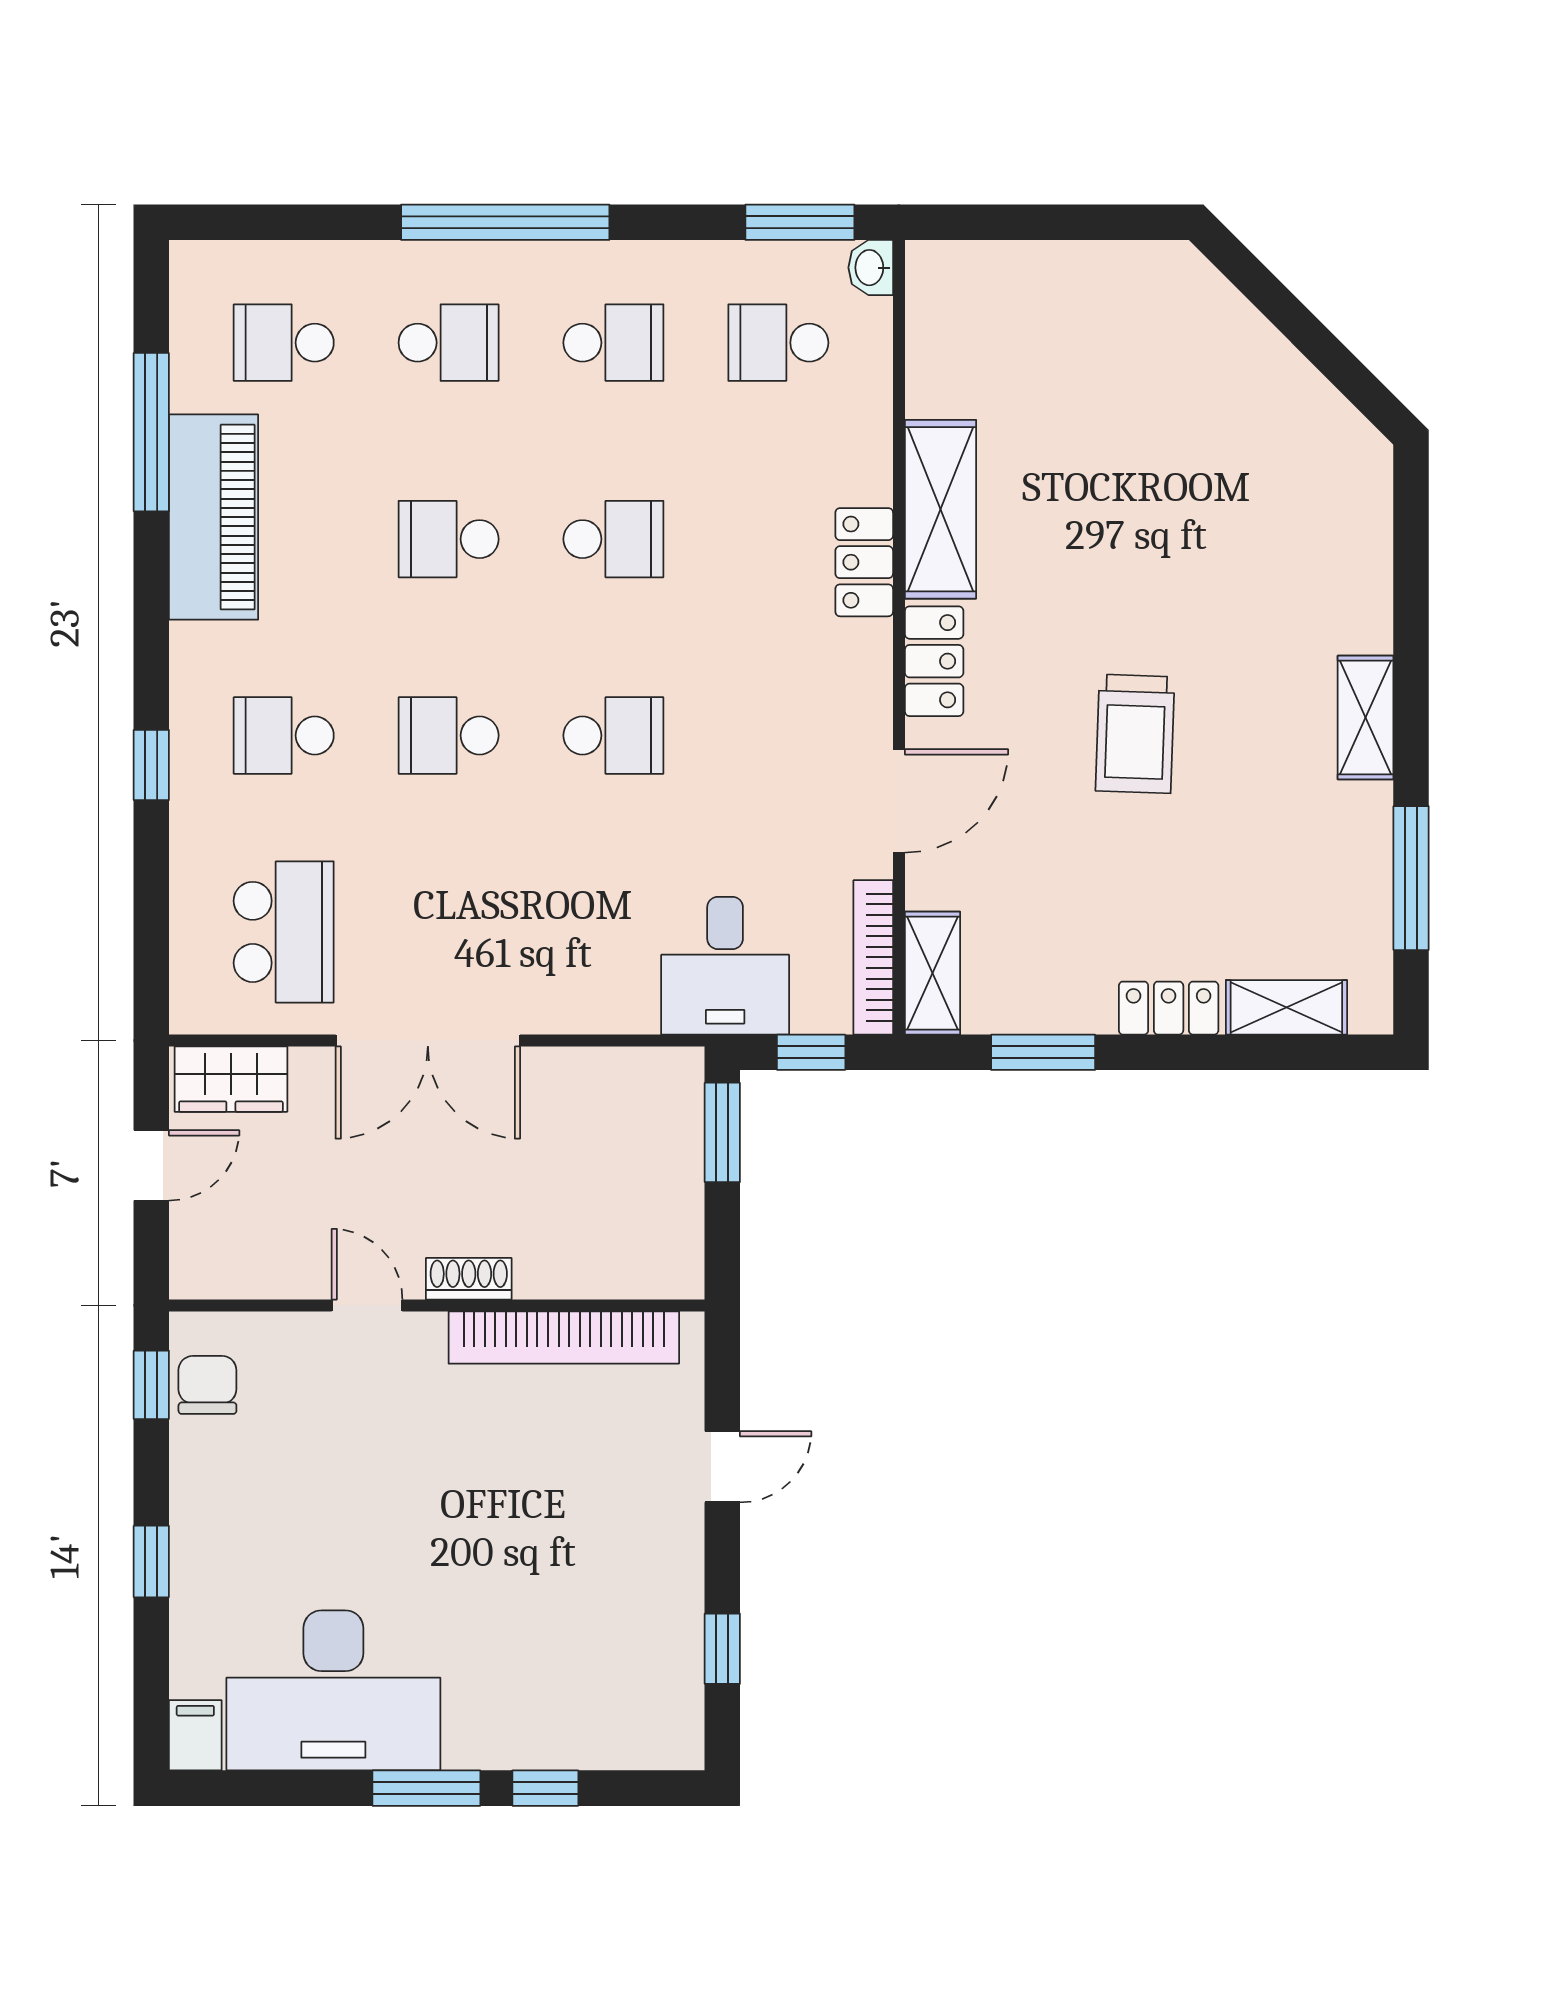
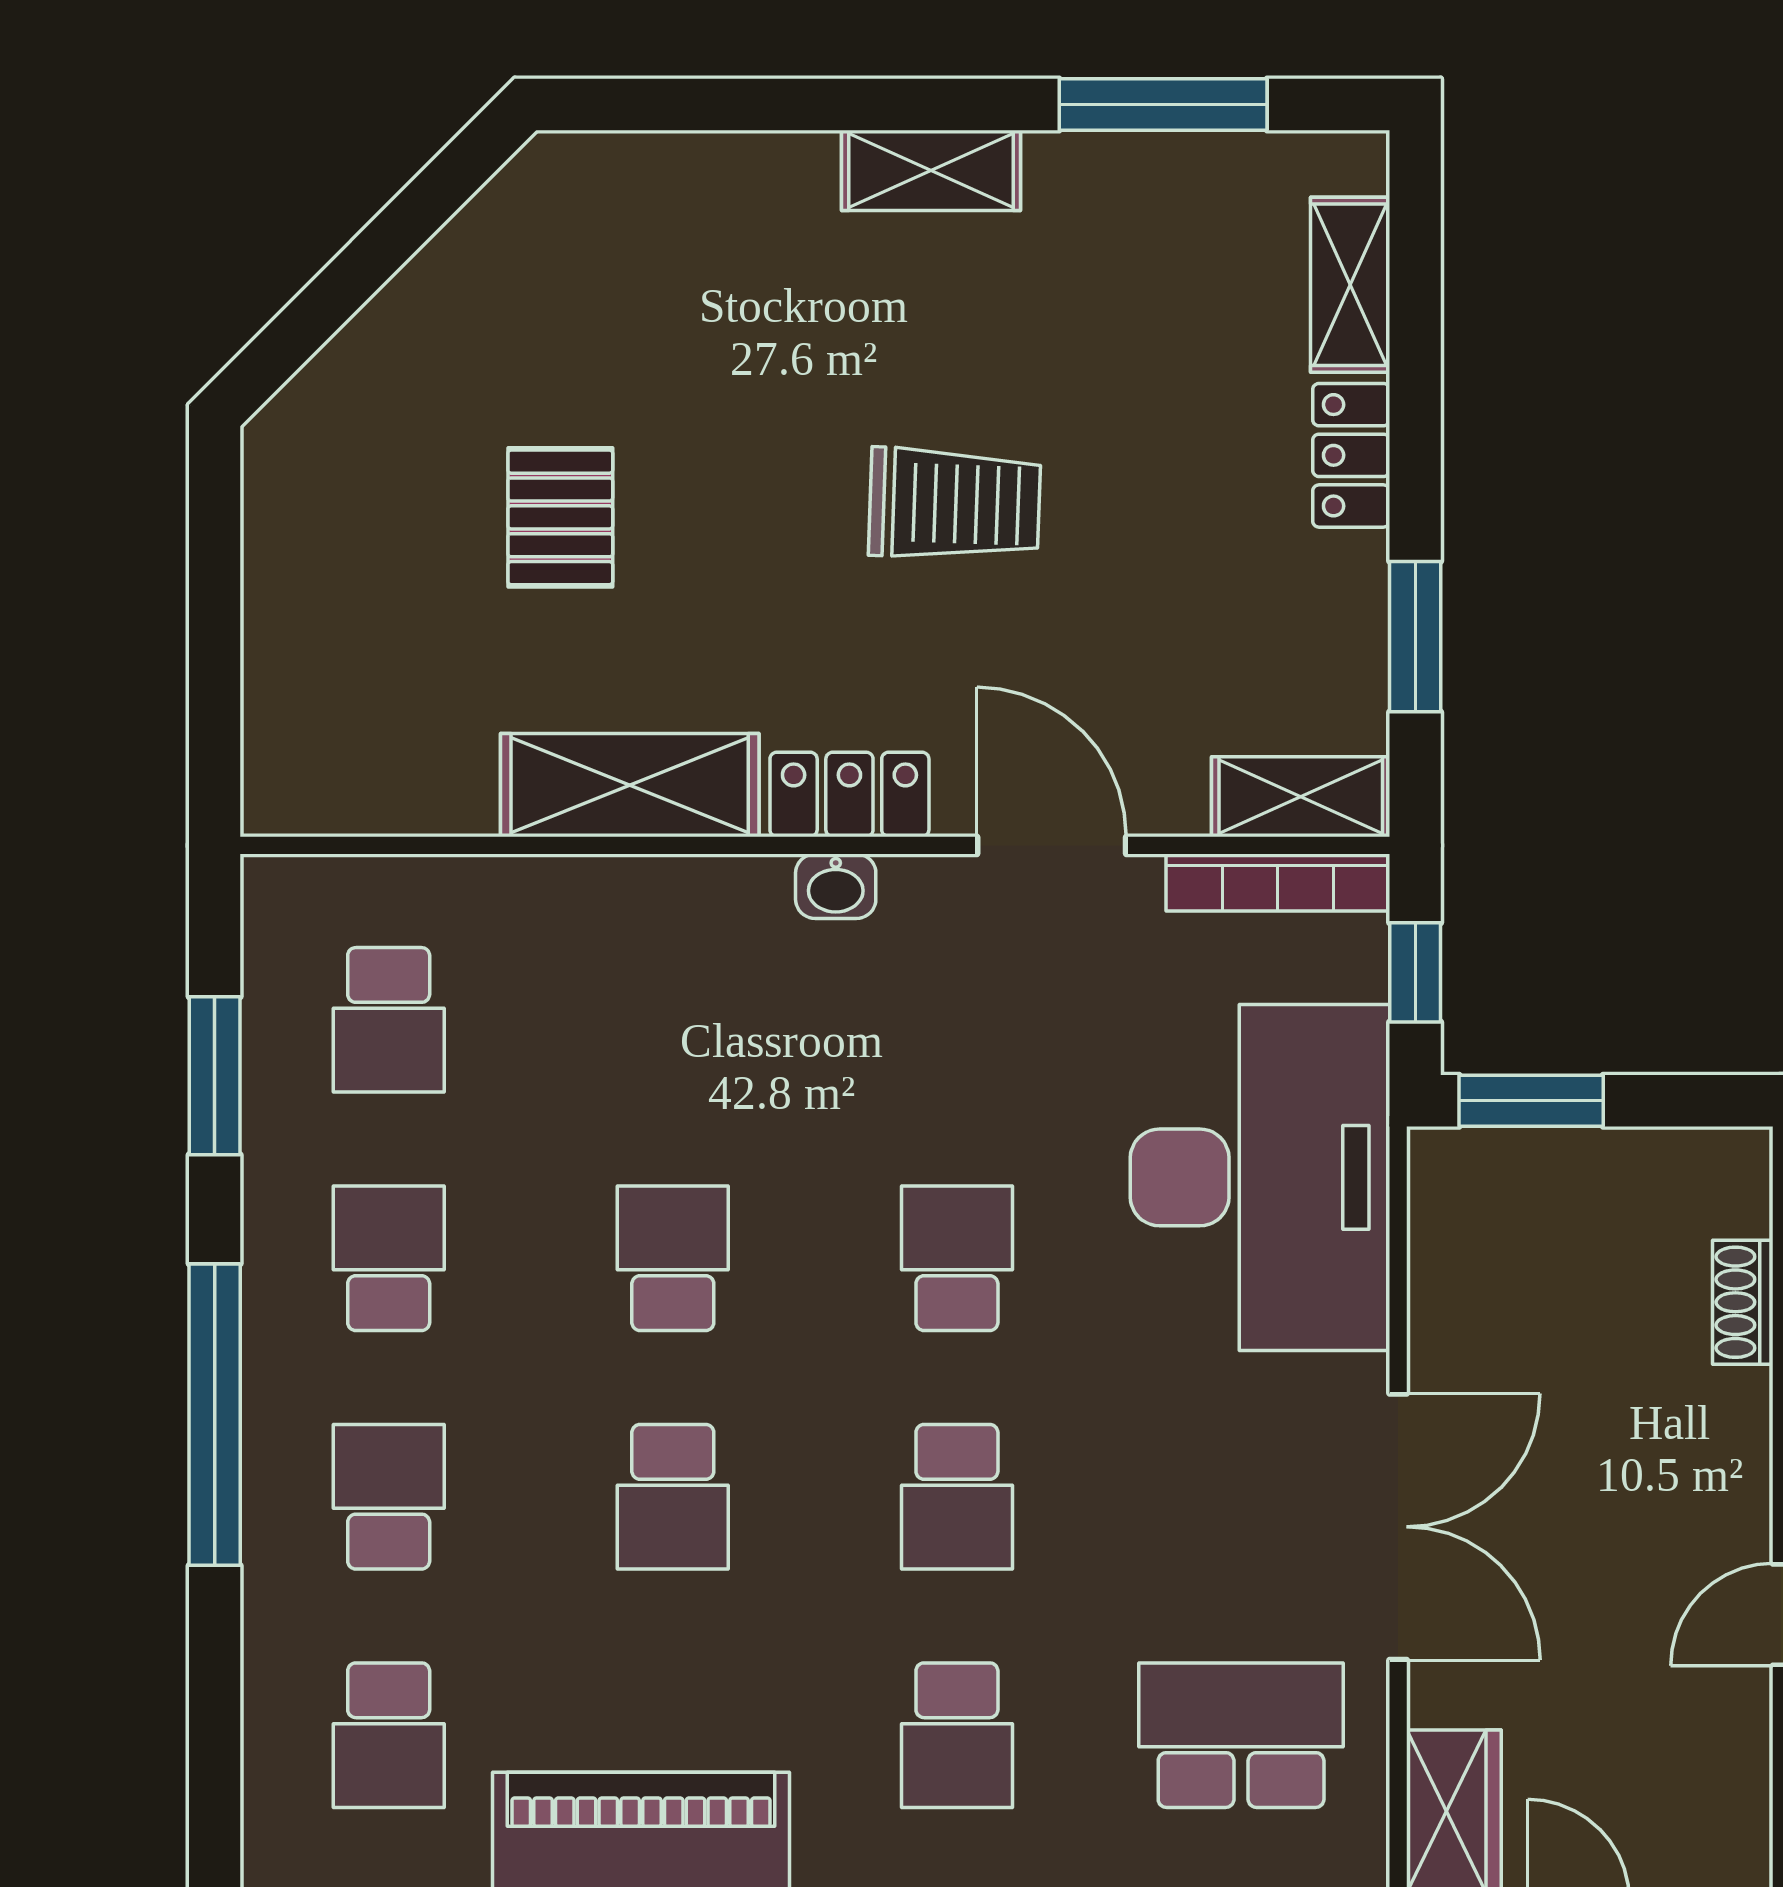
window: (800, 222) -> (215, 1076), moved
washbasin: (871, 268) -> (836, 886), moved
pallet: (1126, 461) -> (560, 517), added
locker: (864, 562) -> (706, 896), removed
desk: (725, 966) -> (1260, 1177), width x1.87, depth x1.30
shoe rack: (469, 1279) -> (1743, 1302), moved

